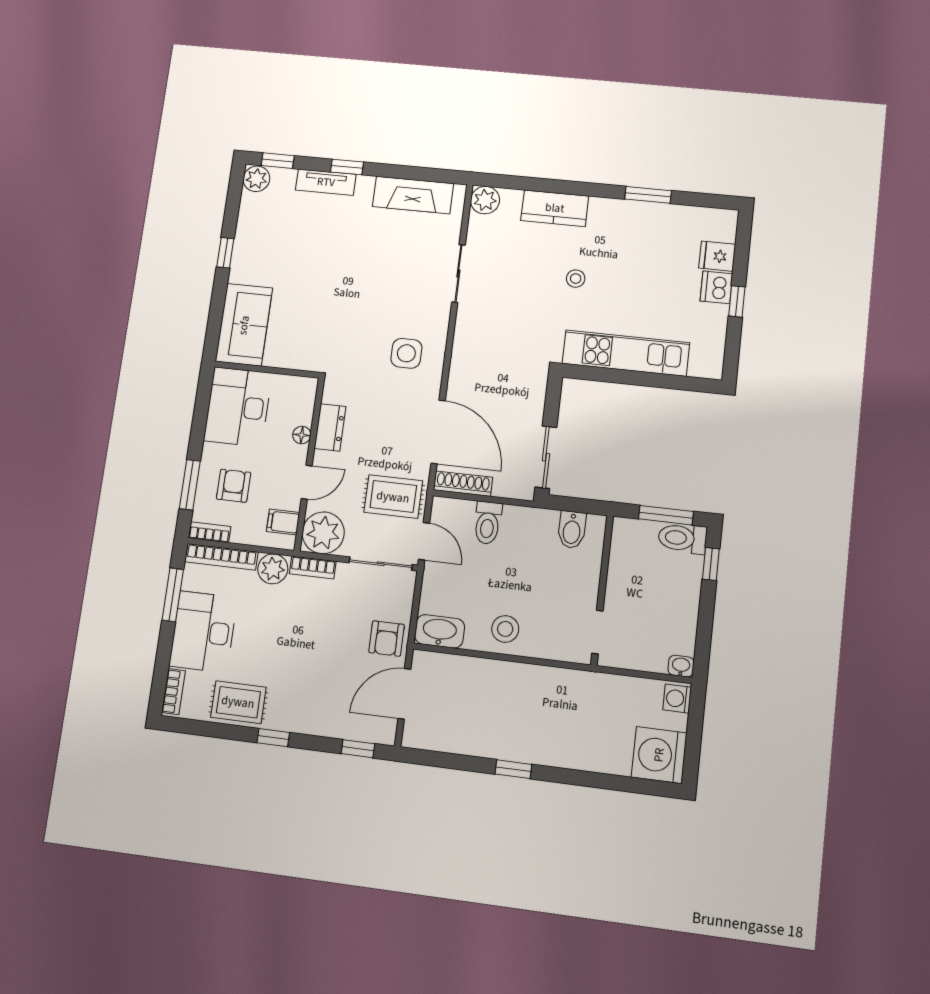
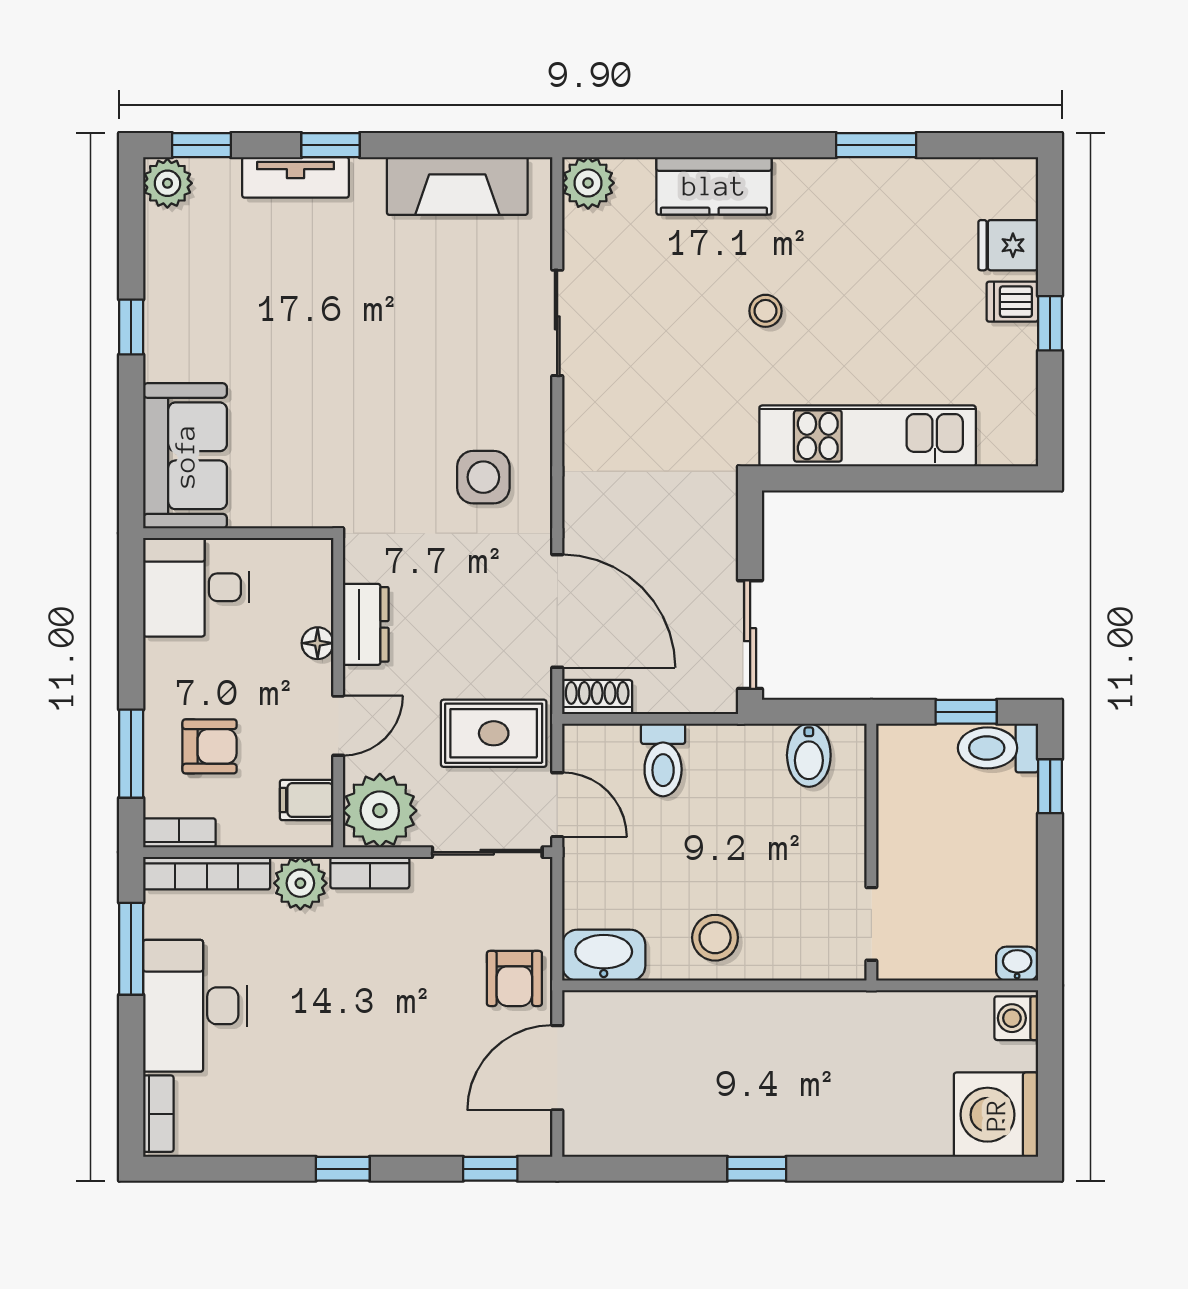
dishwasher: (716, 287) -> (1012, 302), width x0.73
desk: (238, 407) -> (196, 587), width x0.73
shoe rack: (463, 484) -> (597, 697), width x0.70
armchair: (234, 486) -> (210, 746), turned 90
window: (666, 515) -> (966, 712), width x0.67
rug: (238, 702) -> (274, 1117), removed

